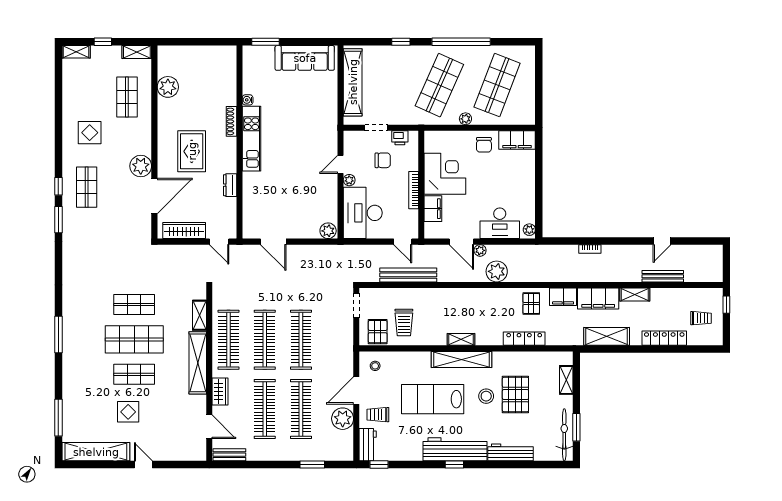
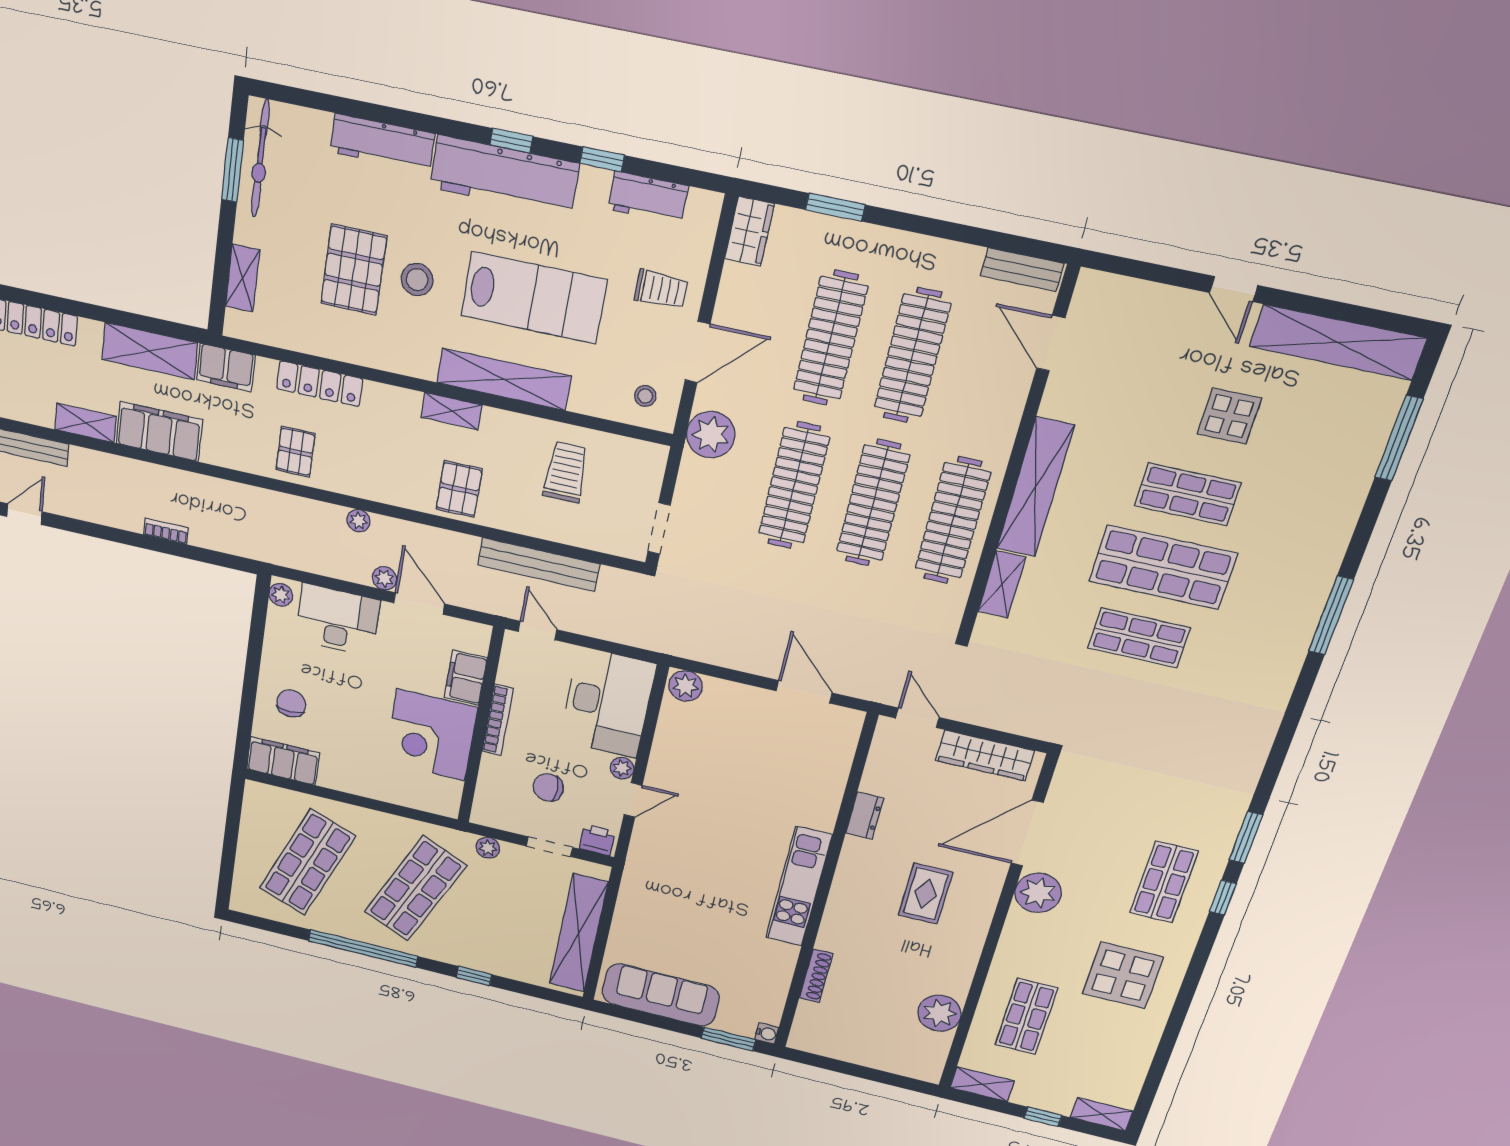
water cooler: (248, 100) -> (767, 1034), moved
plant: (465, 119) -> (488, 848), moved
shoe rack: (232, 121) -> (816, 976), moved
display table: (90, 133) -> (1123, 975), width x1.36, depth x1.36
printer: (400, 138) -> (597, 840), moved
chair: (484, 145) -> (291, 703), moved
rug: (192, 151) -> (926, 894), width x0.73, depth x0.70
plant: (497, 271) -> (358, 521), width x0.53, depth x0.53
filing cabinet: (563, 297) -> (226, 368), moved, turned 180
pallet: (378, 332) -> (459, 489), moved
shelving: (461, 359) -> (504, 379), moved
wardrobe: (220, 391) -> (749, 231), moved, turned 180
plant: (343, 419) -> (711, 435), moved
workbench: (368, 445) -> (648, 198), moved, turned -90
window: (379, 465) -> (602, 159), moved

